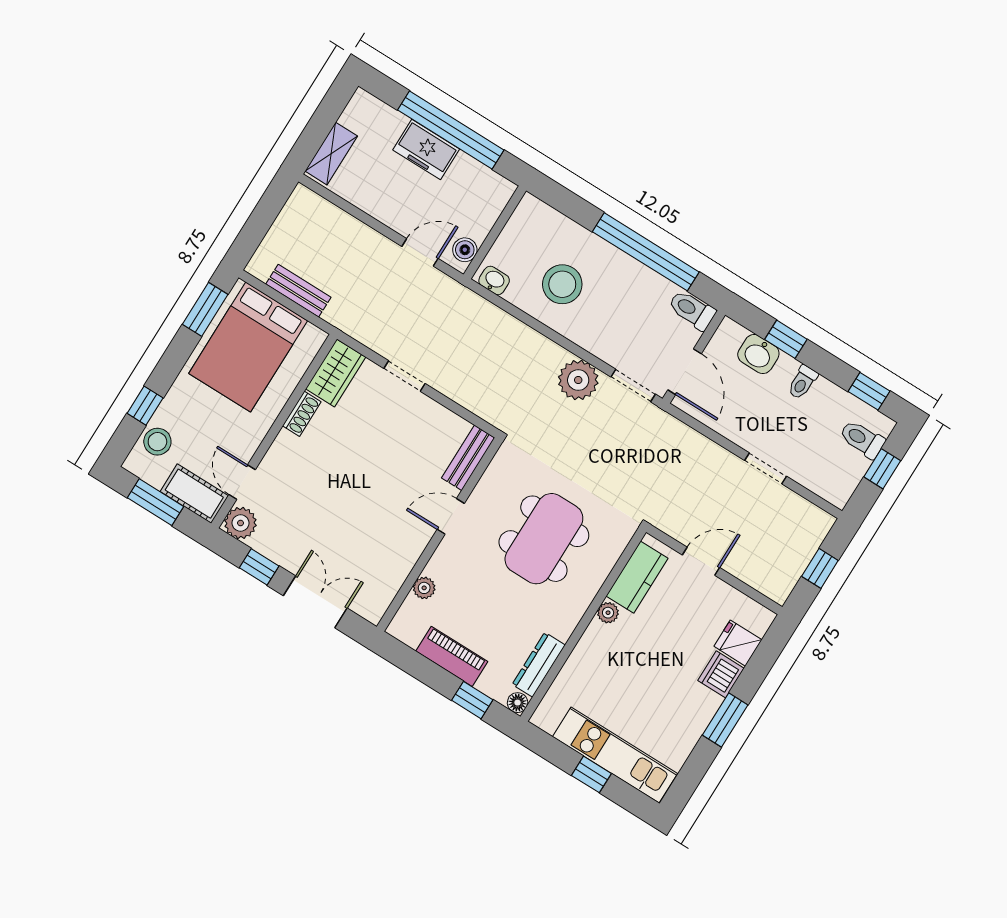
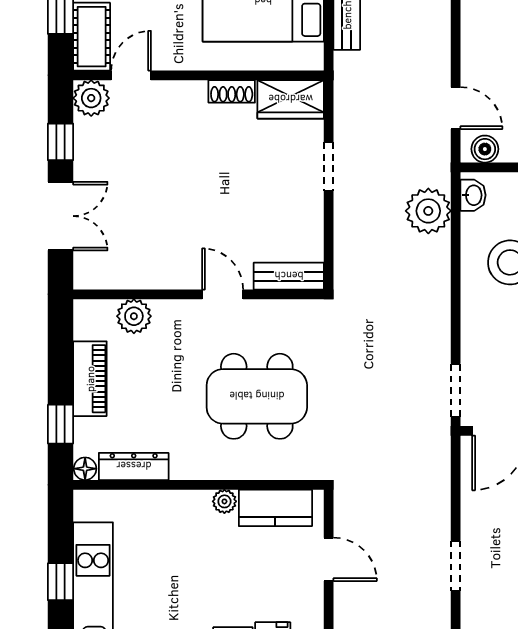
plant: (578, 380) -> (428, 211), moved
plant: (424, 588) -> (134, 316), width x1.38, depth x1.38

